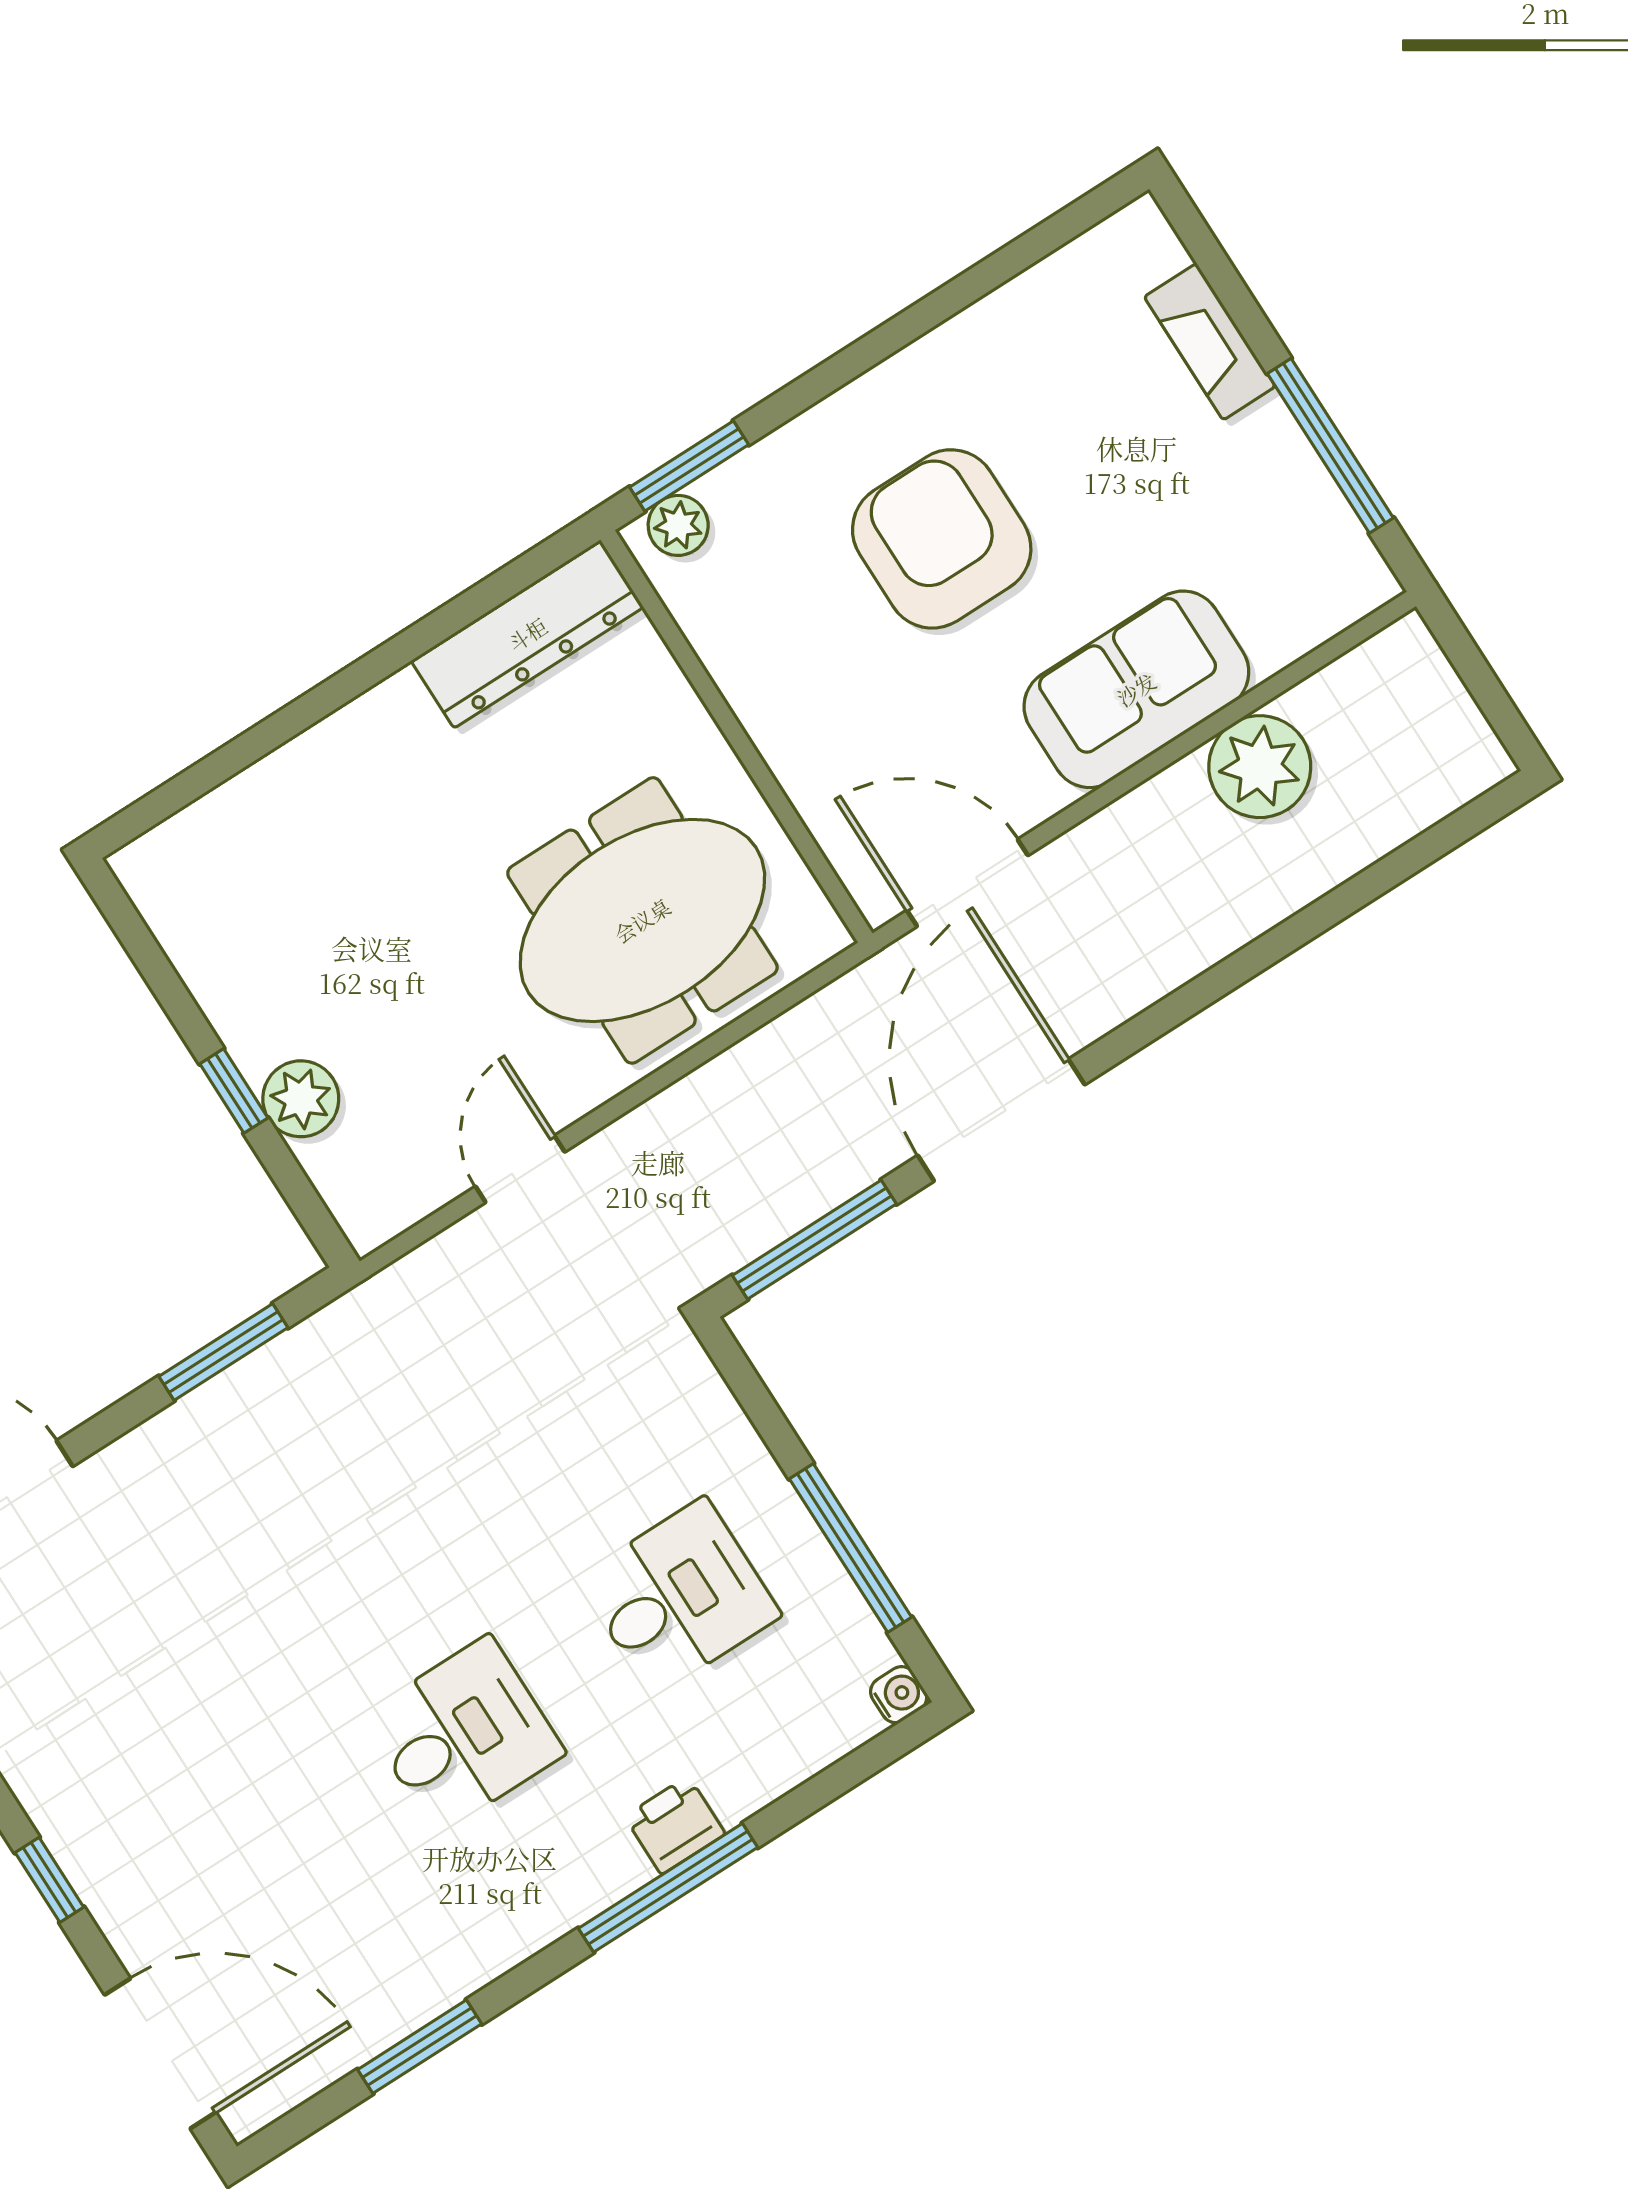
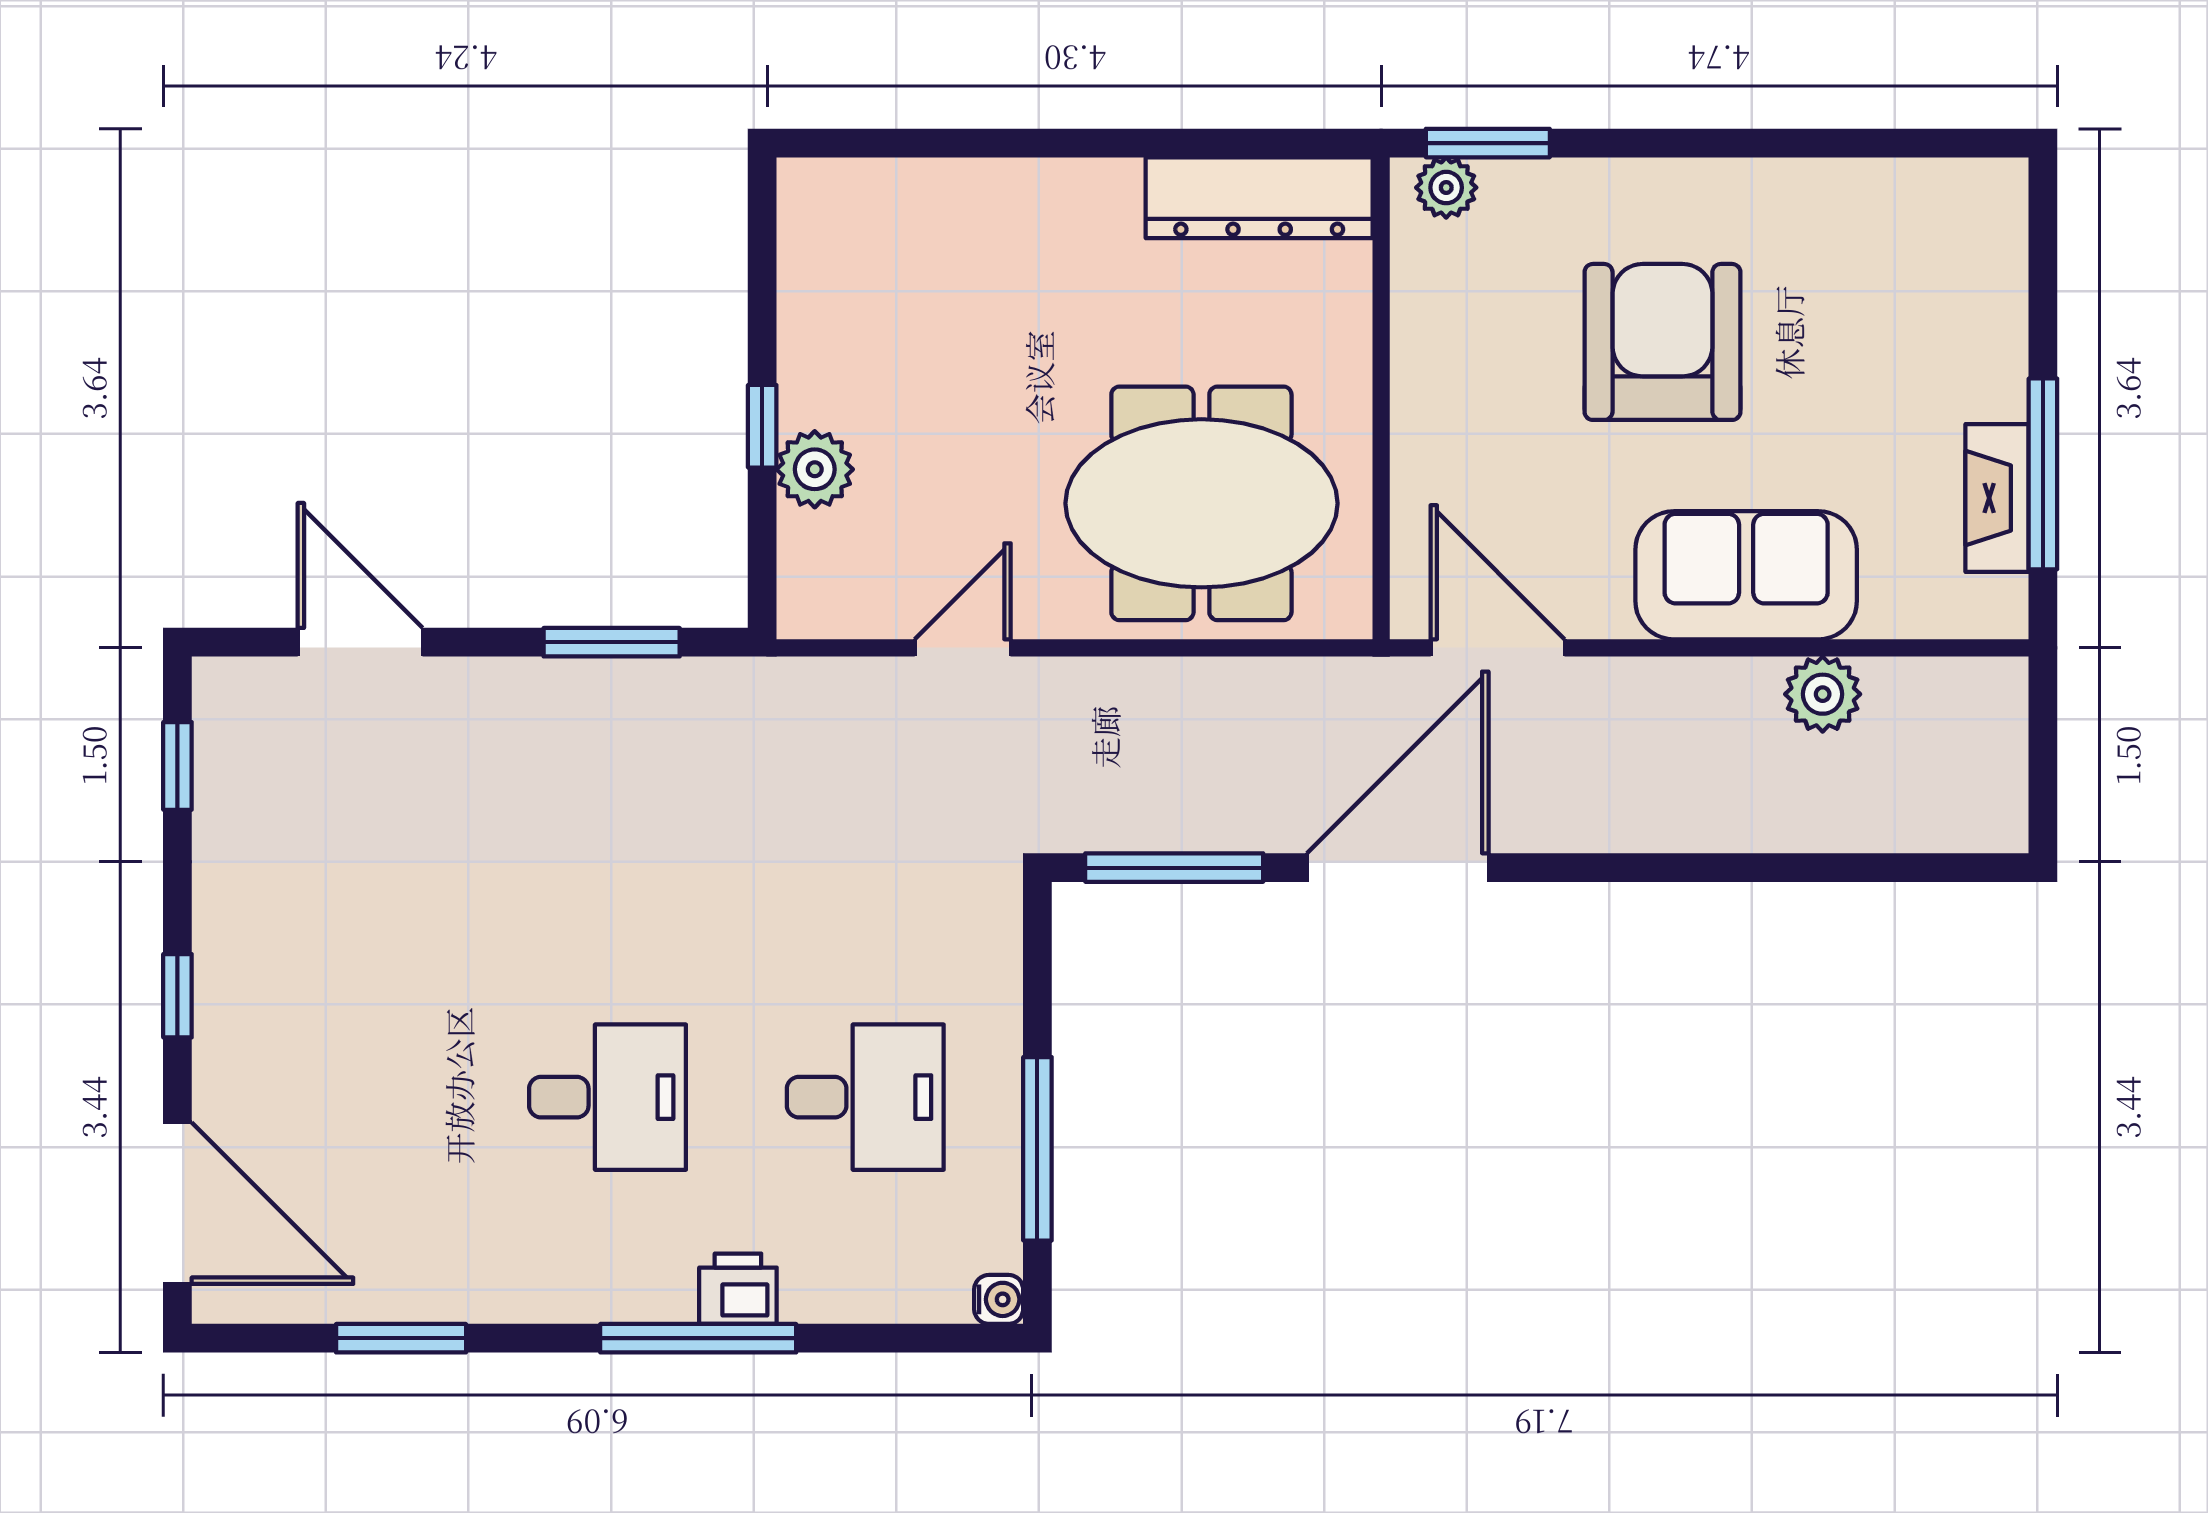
fireplace: (1210, 342) -> (1997, 498), moved
plant: (1260, 767) -> (1823, 694), width x0.73, depth x0.73

